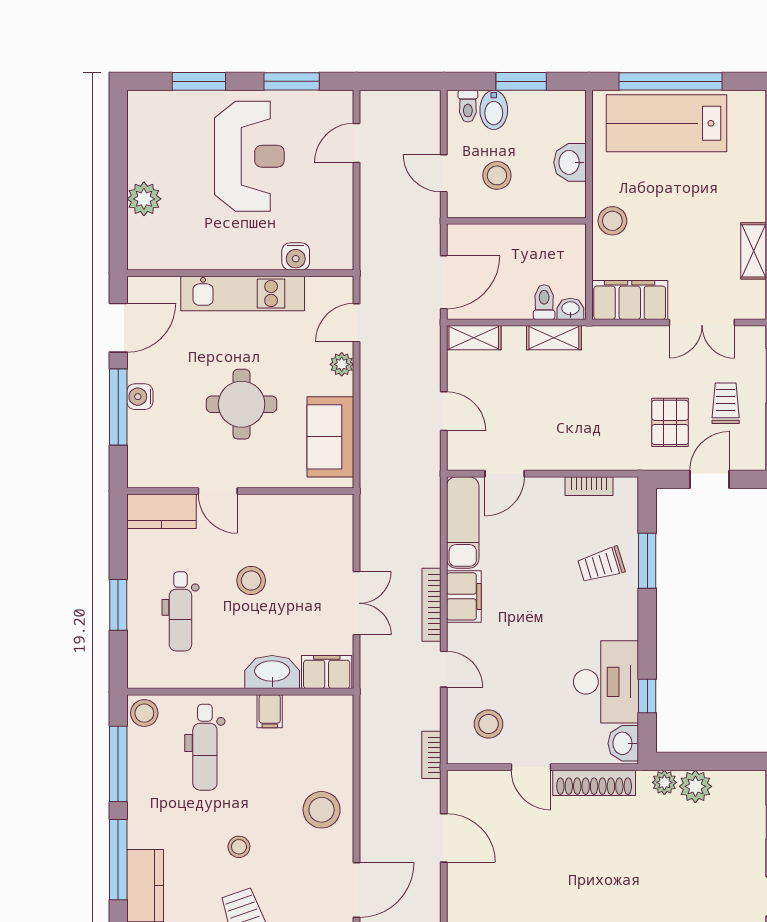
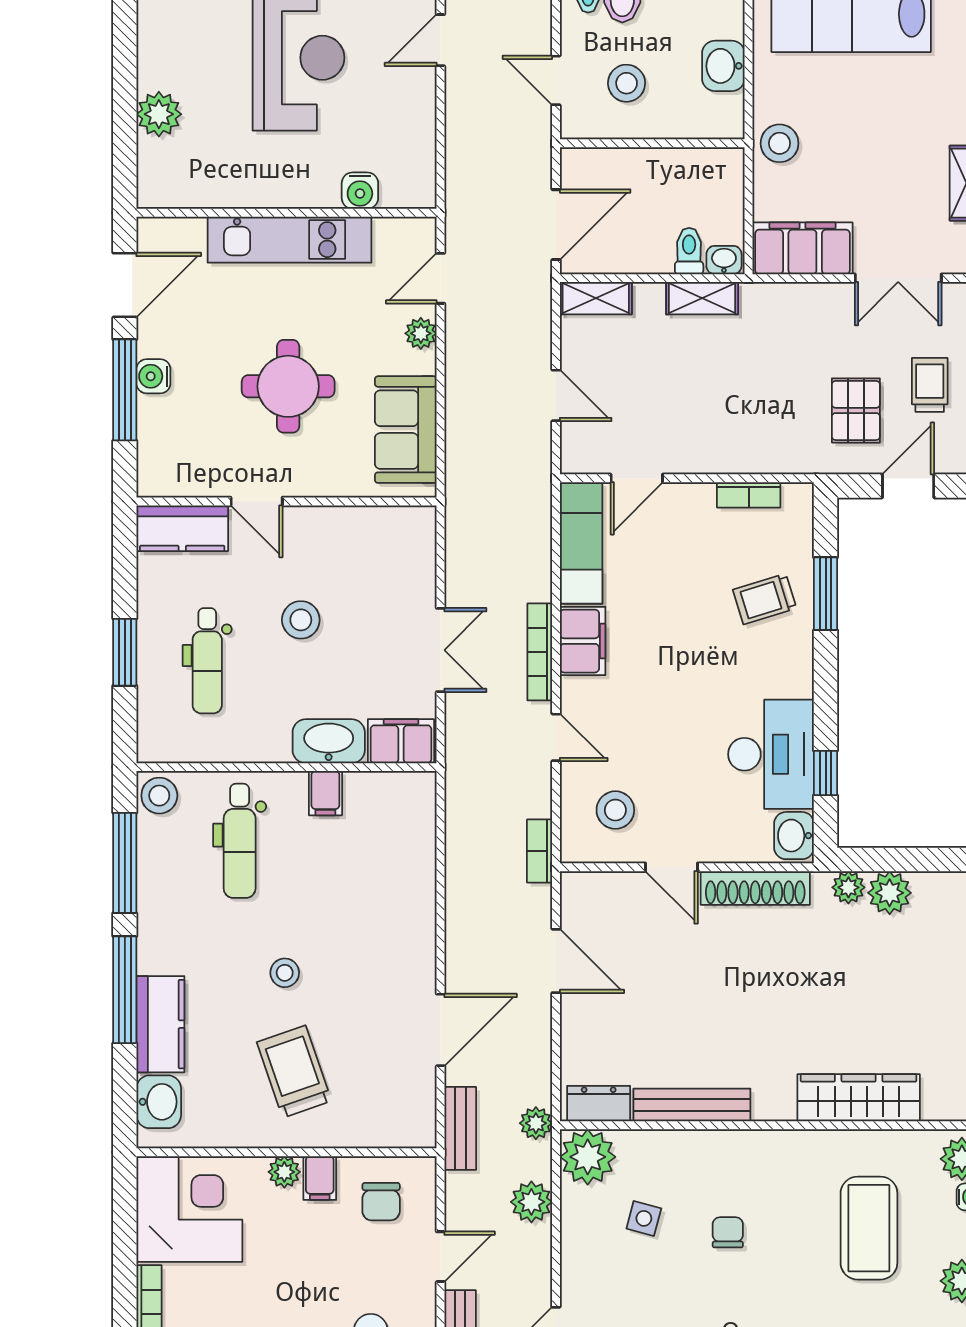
stool: (322, 810) -> (394, 924), removed

